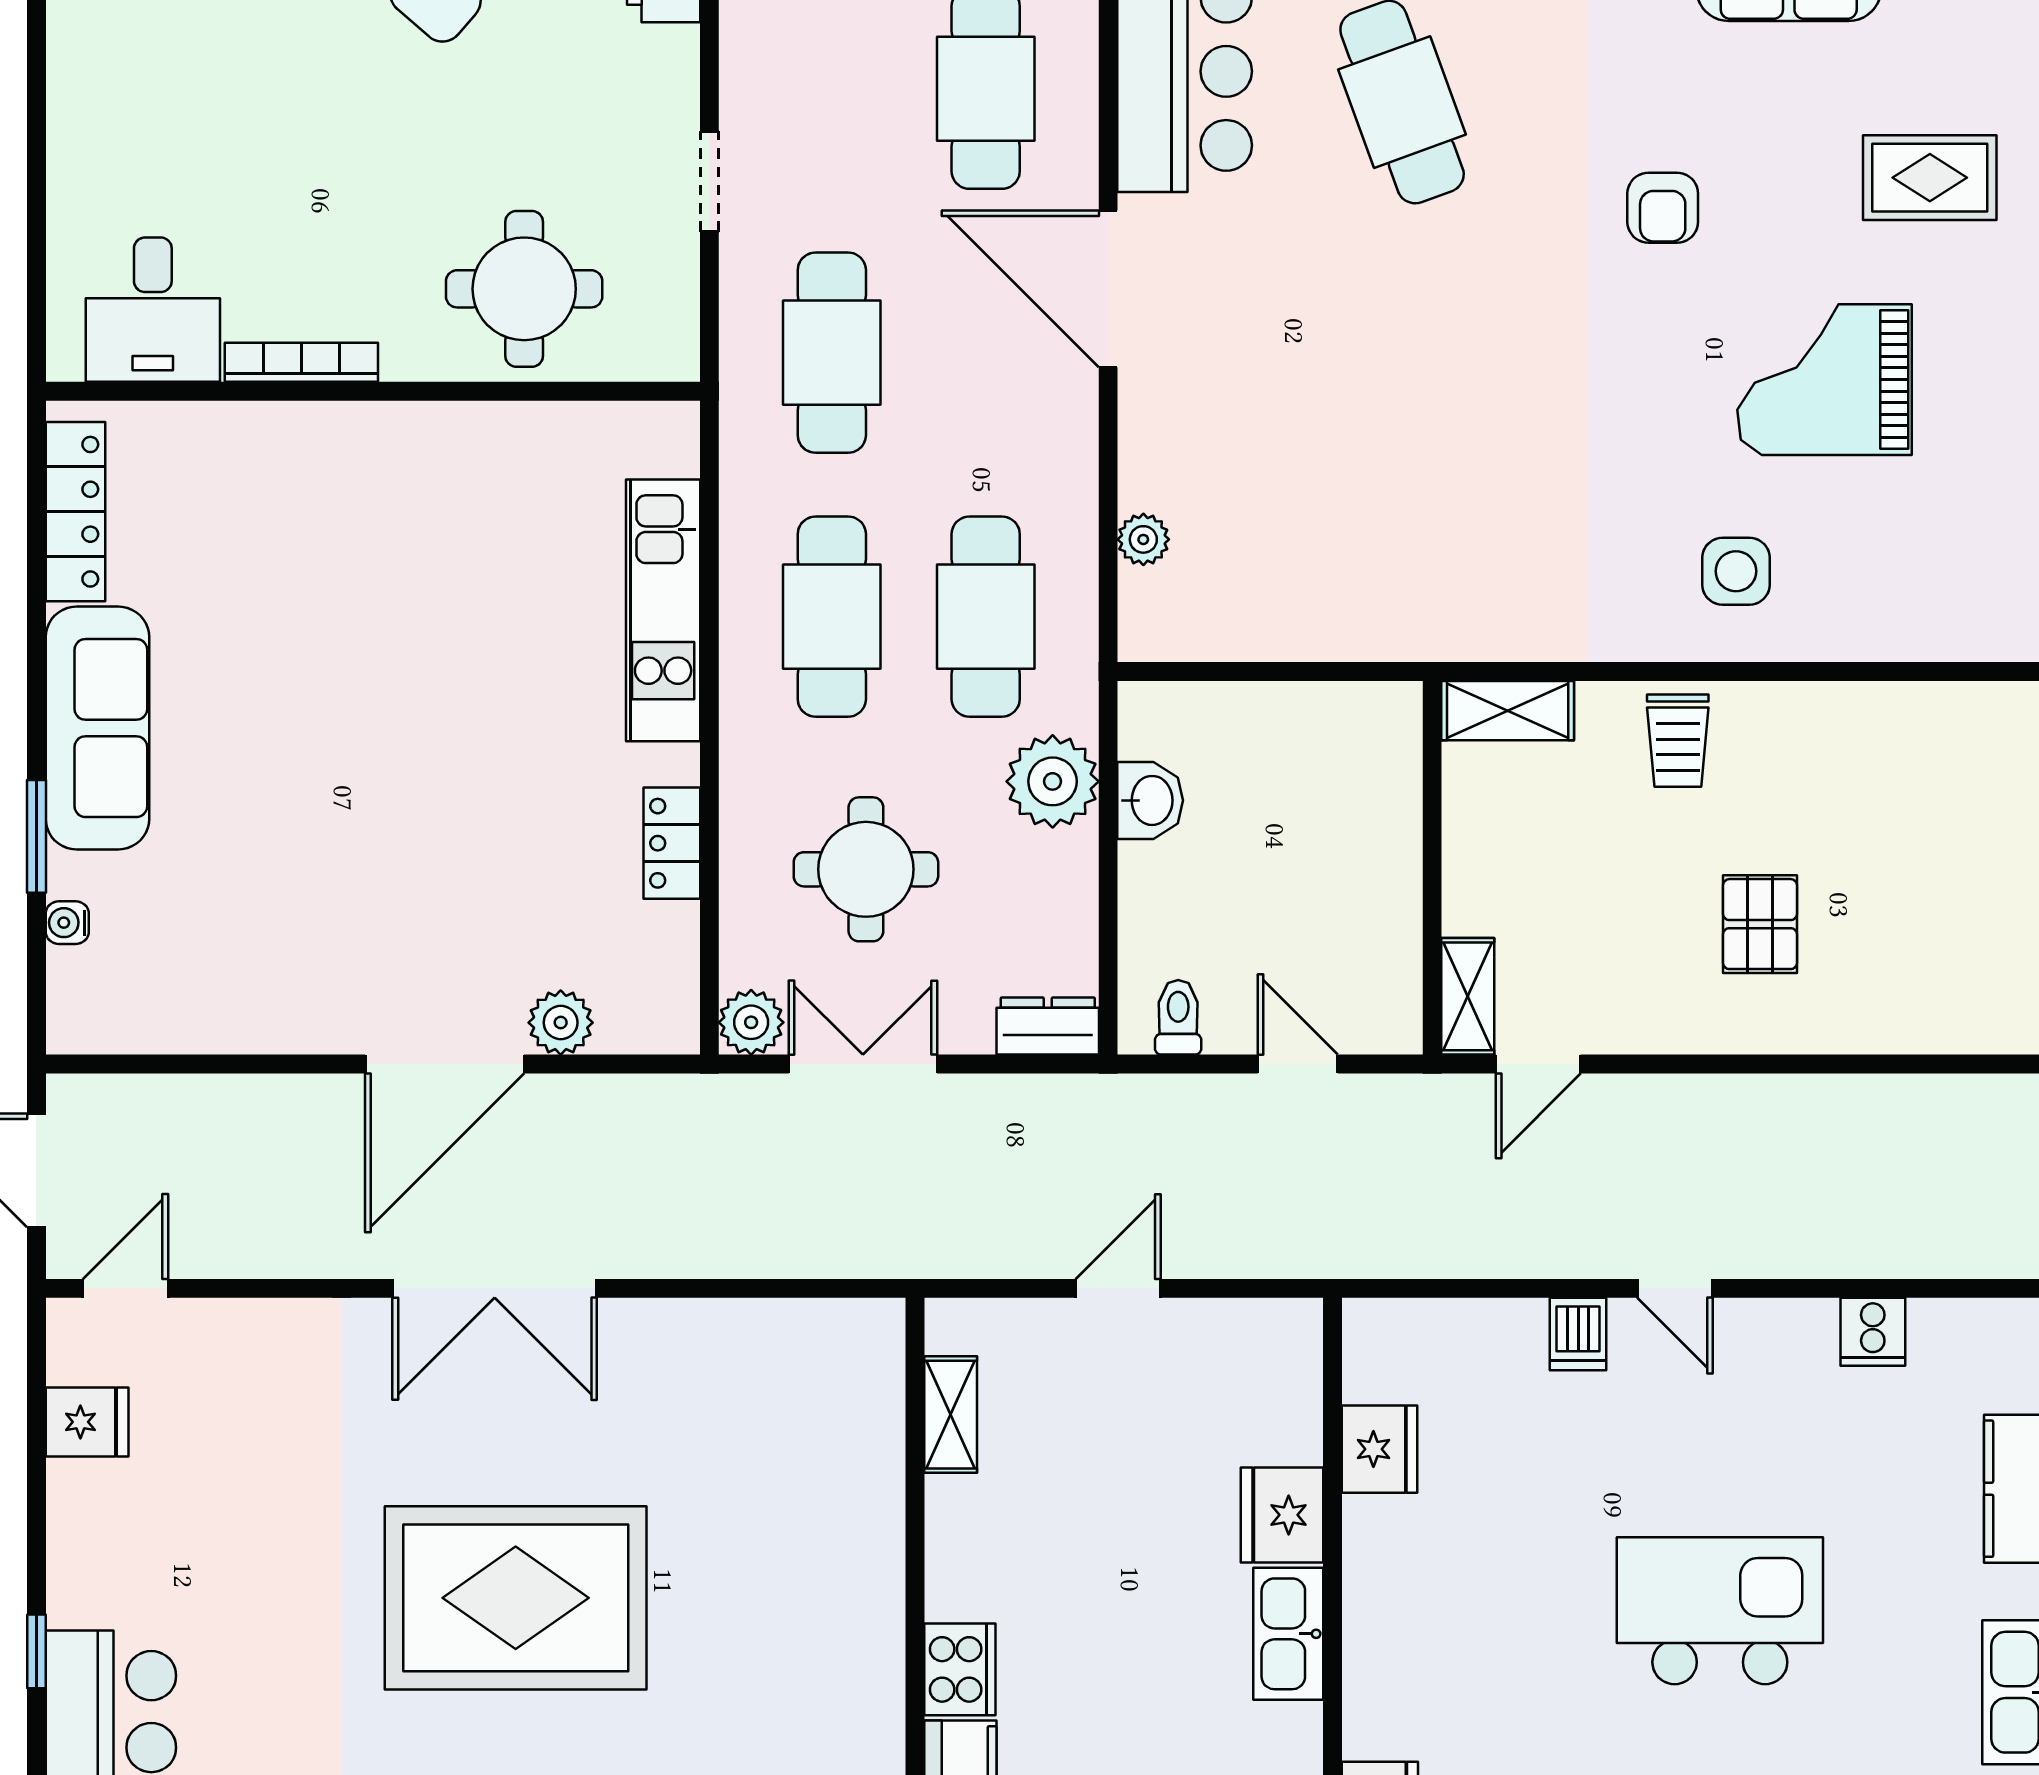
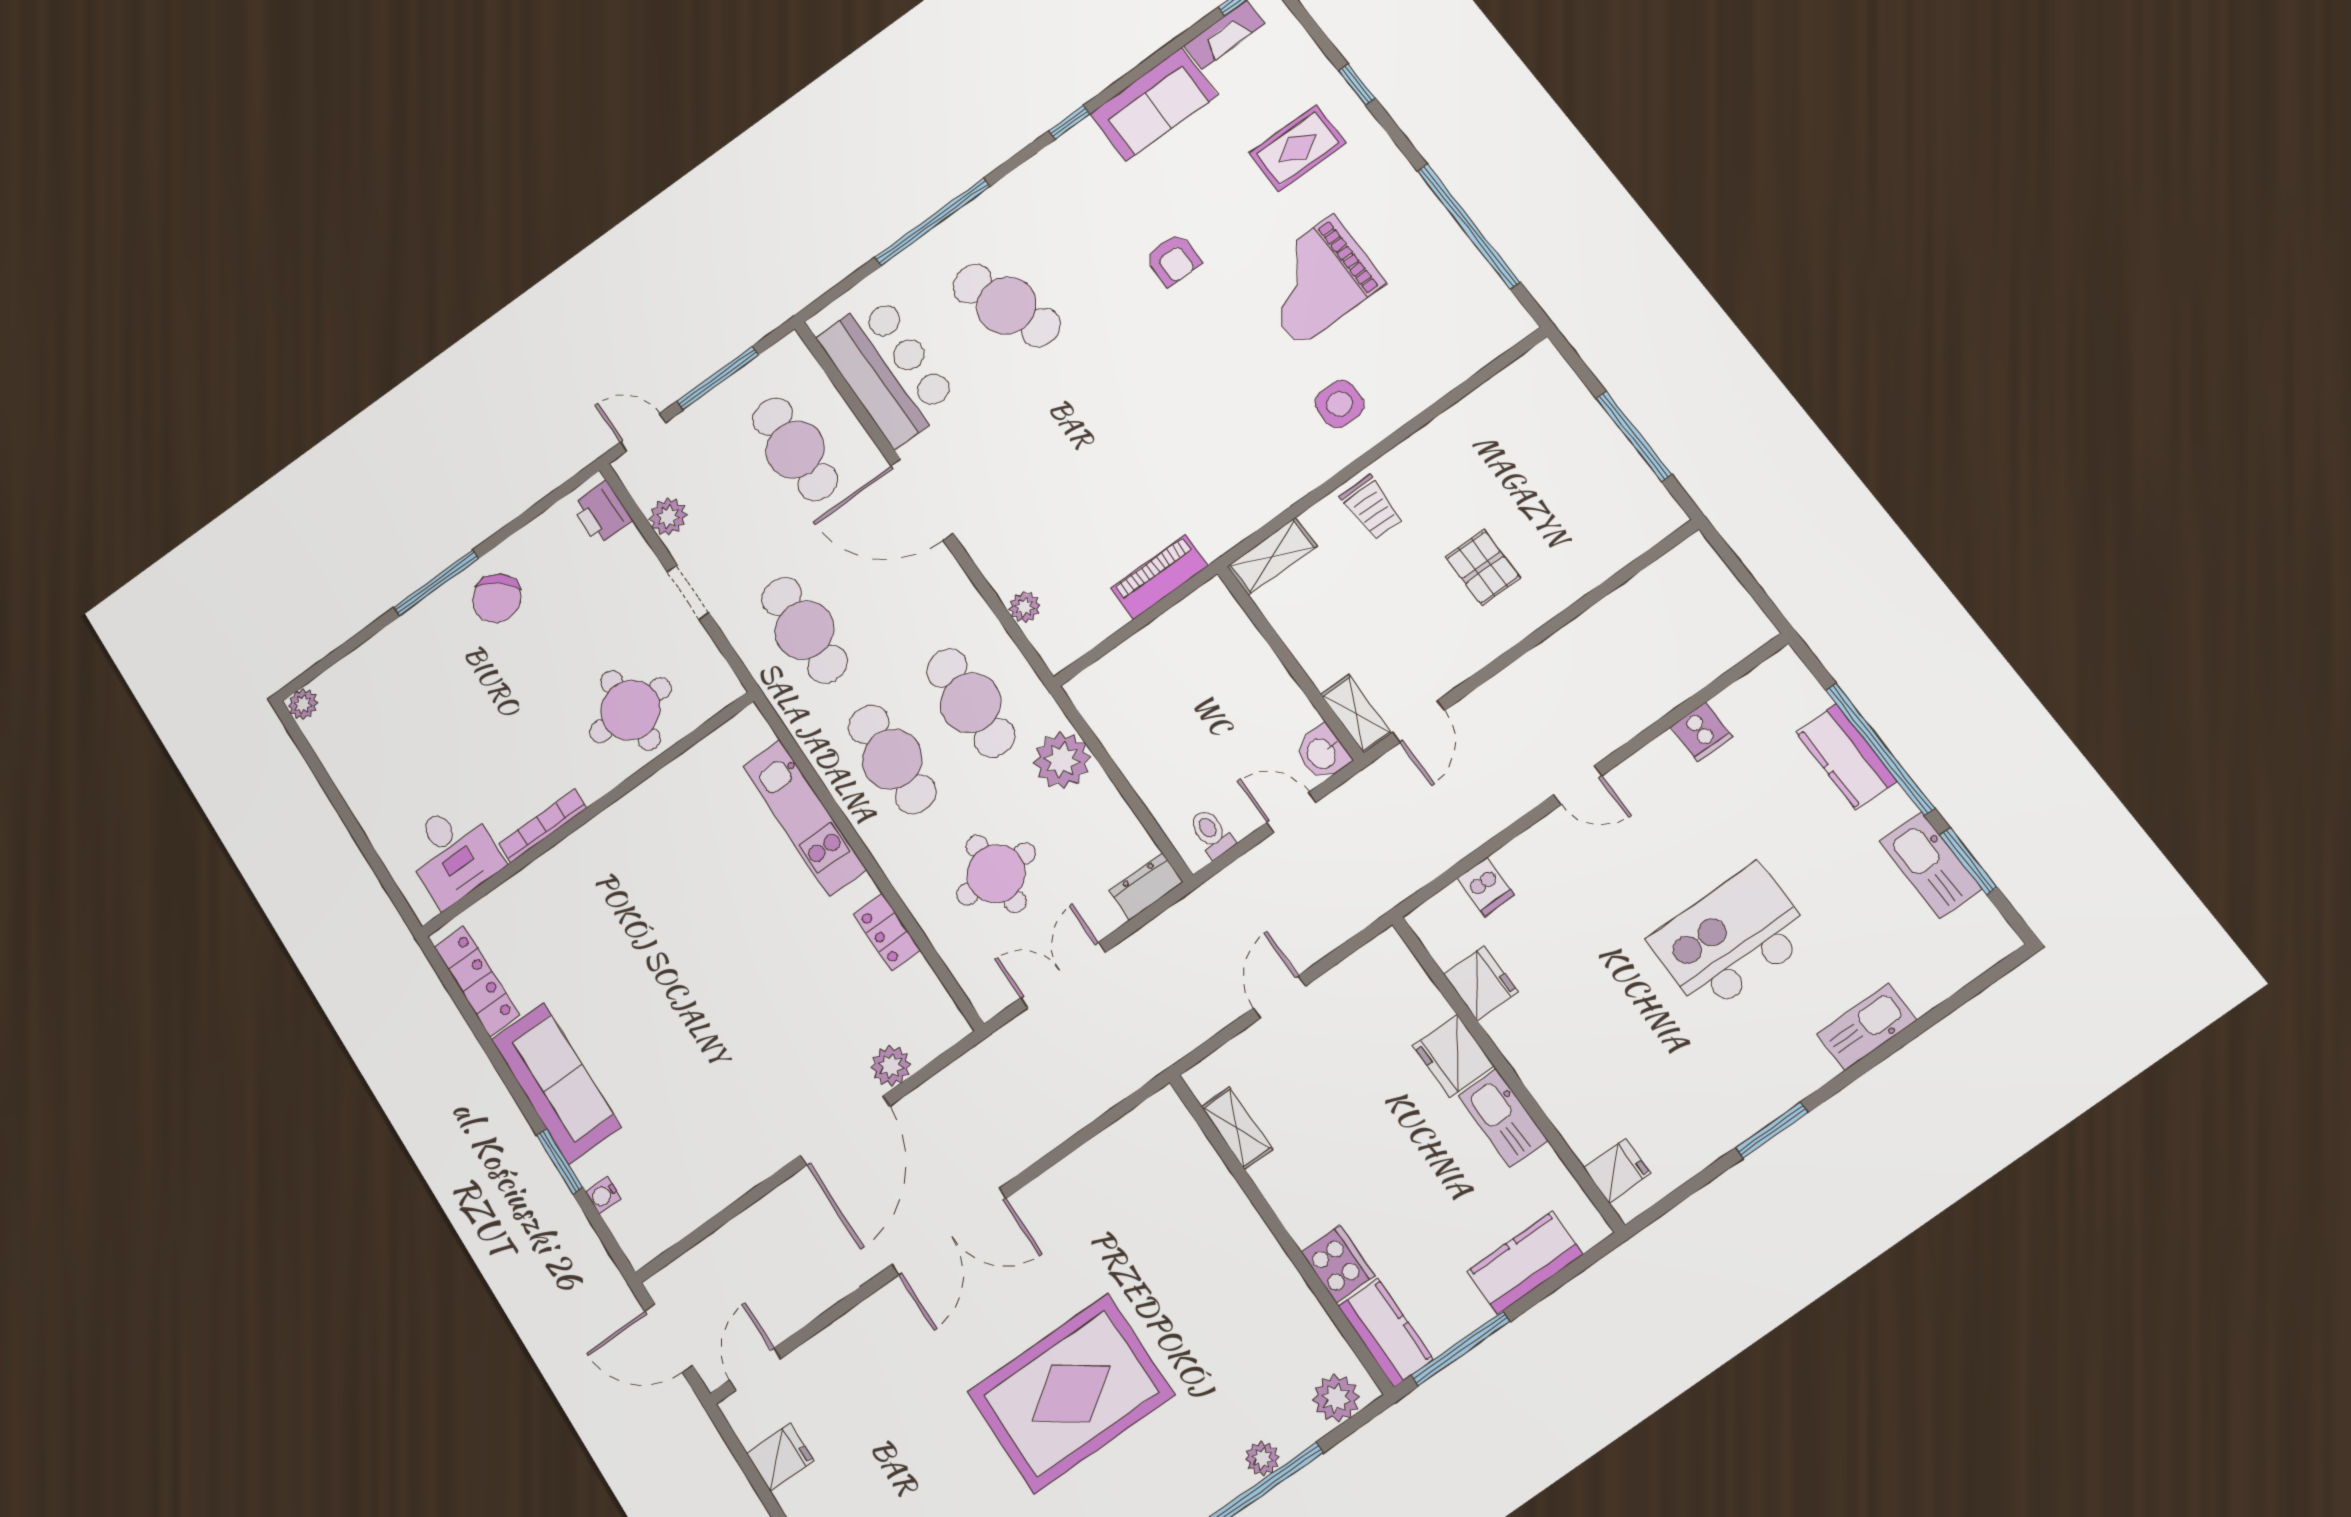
piano: (1345, 630) -> (1159, 577), added
washbasin: (1150, 800) -> (1322, 753), moved, turned 180
plant: (751, 1022) -> (668, 517), moved
dishwasher: (1578, 1334) -> (1486, 887), moved

